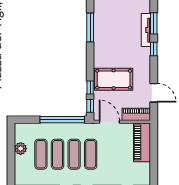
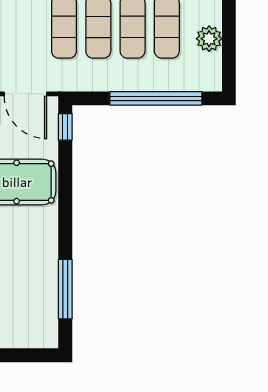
window: (90, 88) -> (65, 165), removed
window: (62, 120) -> (156, 98), moved

